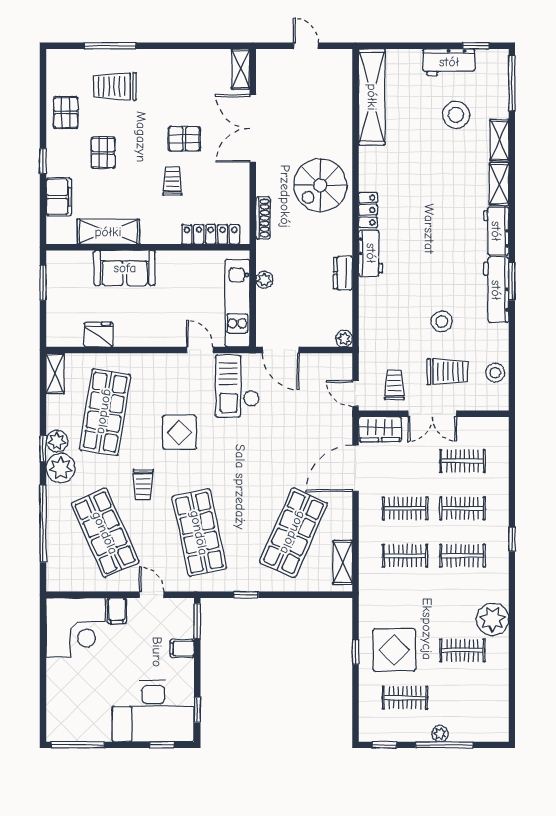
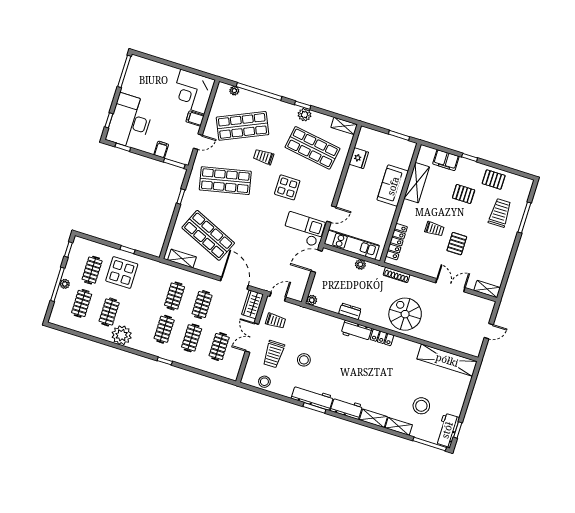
workbench: (449, 62) -> (447, 430), moved
double door: (253, 129) -> (450, 285), width x0.73
plant: (61, 468) -> (234, 91), moved, width x0.53, depth x0.53
clothes rail: (462, 698) -> (82, 303), added

